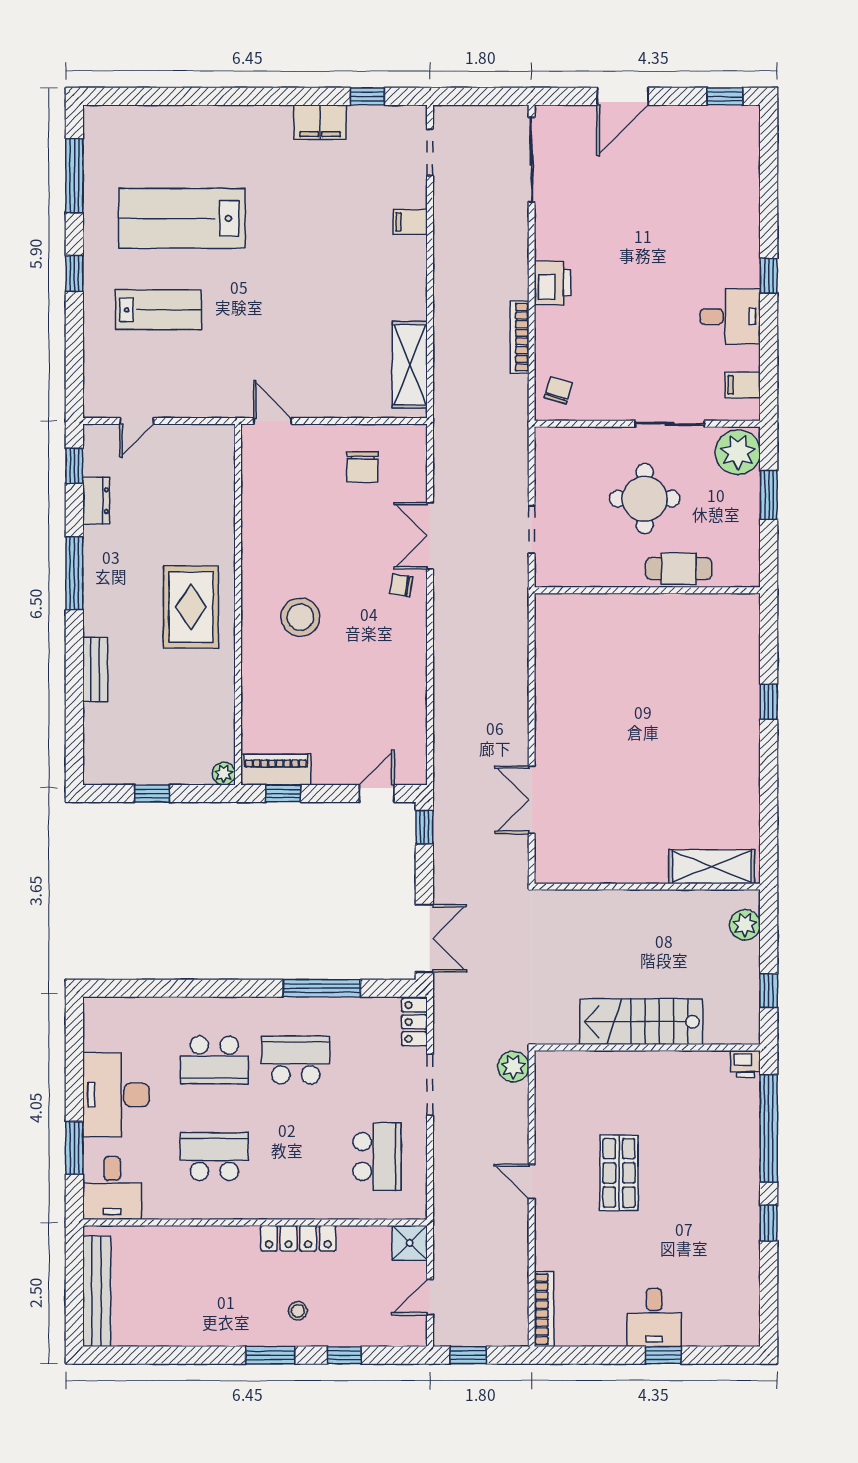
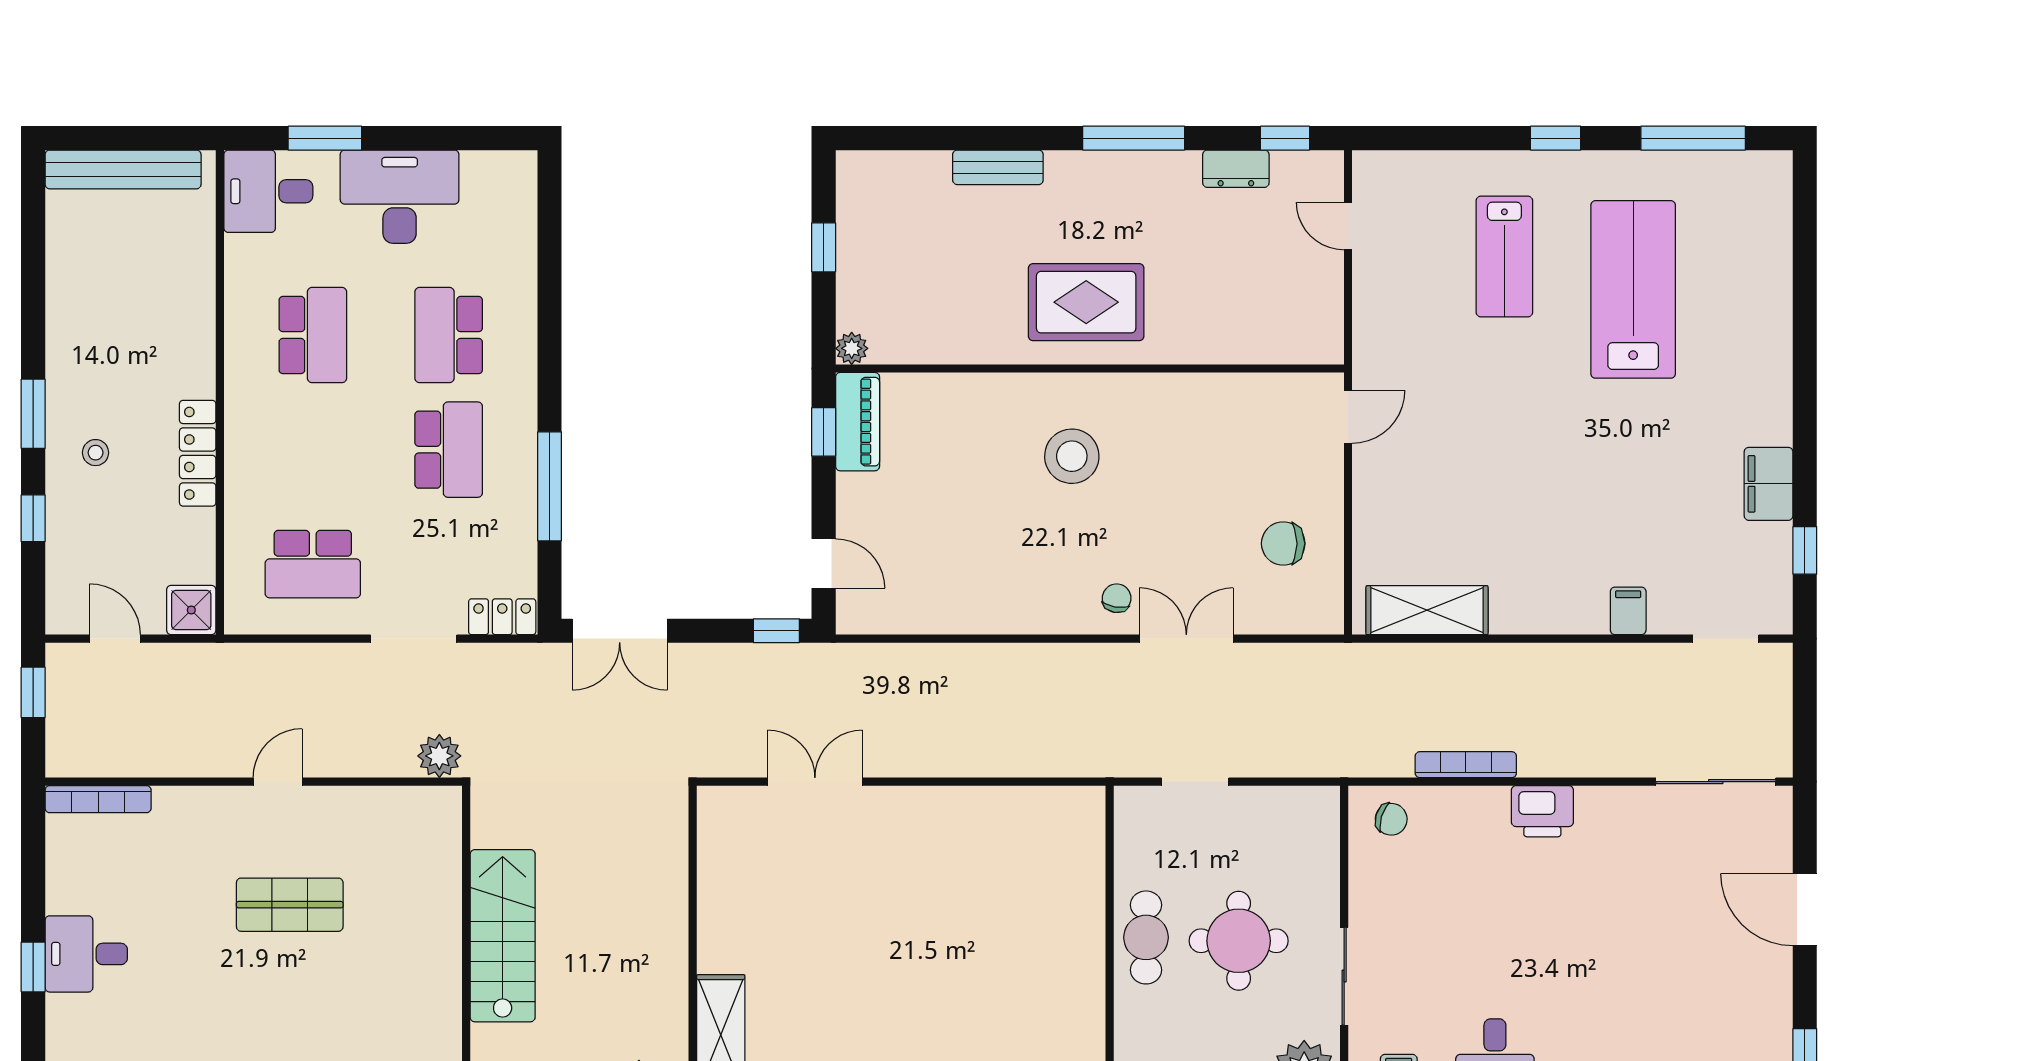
cafe table: (679, 569) -> (1146, 937), moved

